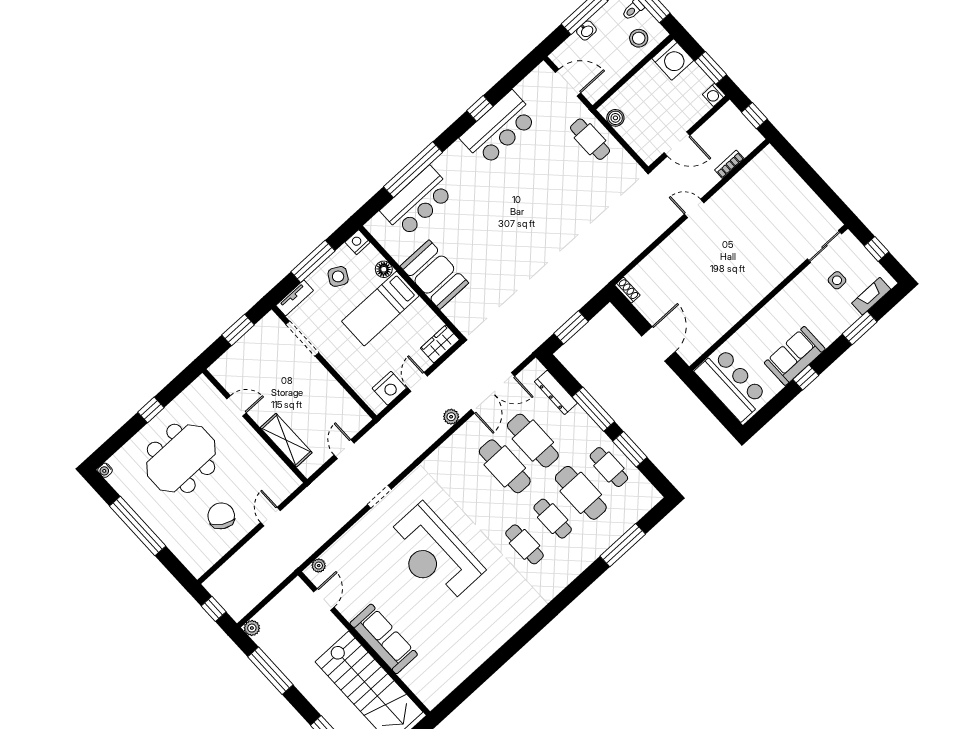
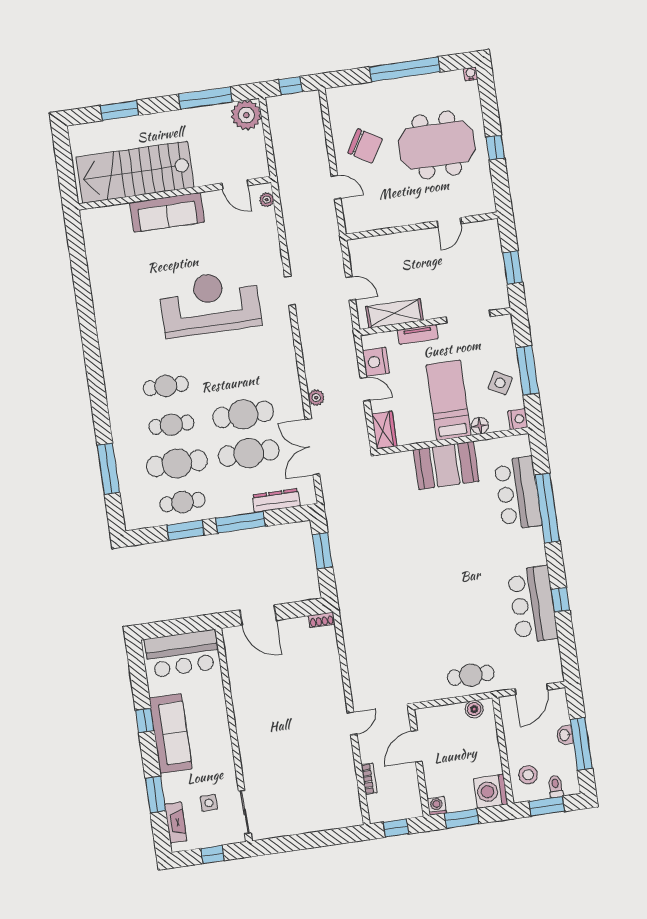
tv unit: (295, 298) -> (418, 334), moved, turned -90
sofa: (795, 356) -> (171, 733), width x1.36
shelving: (286, 440) -> (394, 313), moved
meeting table: (181, 458) -> (437, 145), turned 90
plant: (252, 628) -> (246, 115), width x1.88, depth x1.88

